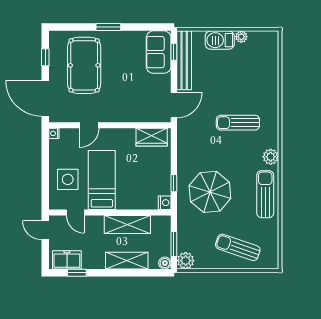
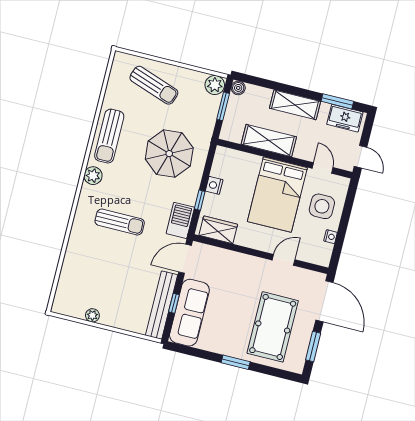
barbecue: (220, 40) -> (180, 220), moved, turned -90
sofa: (159, 52) -> (189, 313), width x1.36
window: (174, 52) -> (174, 303), moved
window: (45, 57) -> (313, 347), width x1.50
nightstand: (54, 133) -> (331, 237), moved
bed: (102, 180) -> (277, 195), width x1.50
window: (174, 183) -> (200, 200), moved
nightstand: (165, 203) -> (214, 185), moved
shelving: (127, 261) -> (295, 105), moved
window: (77, 273) -> (337, 101), width x1.50

